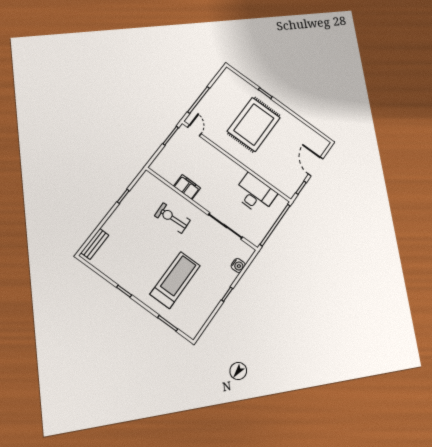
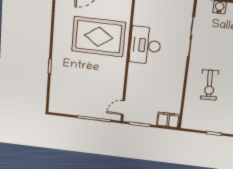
rug: (254, 124) -> (99, 37), moved
filing cabinet: (187, 187) -> (168, 120), moved, turned 90
desk: (255, 194) -> (145, 45), moved

